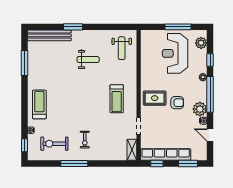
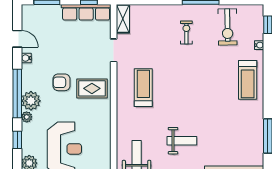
weight bench: (88, 59) -> (182, 141), turned 180
plant: (200, 109) -> (31, 101), moved
exercise bike: (54, 144) -> (227, 27), turned 89
row of seats: (166, 155) -> (86, 12), width x0.73

